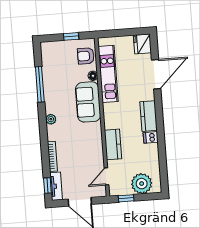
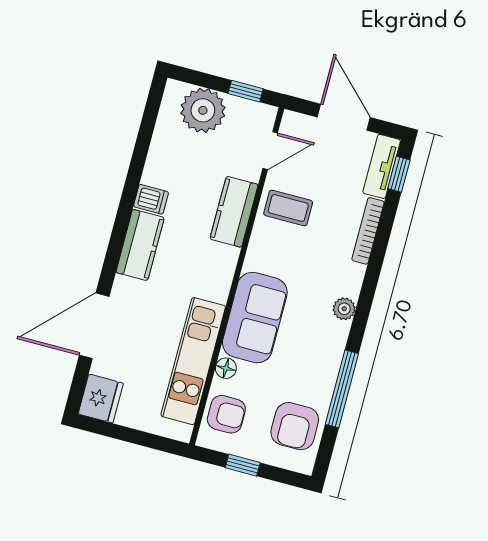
armchair: (55, 61) -> (295, 426), added
coffee table: (90, 154) -> (288, 208), added

